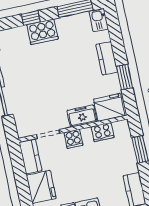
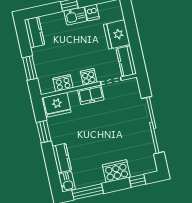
window: (31, 18) -> (137, 181), moved
kitchen counter: (107, 58) -> (62, 158), moved
freezer: (82, 116) -> (91, 95), moved

